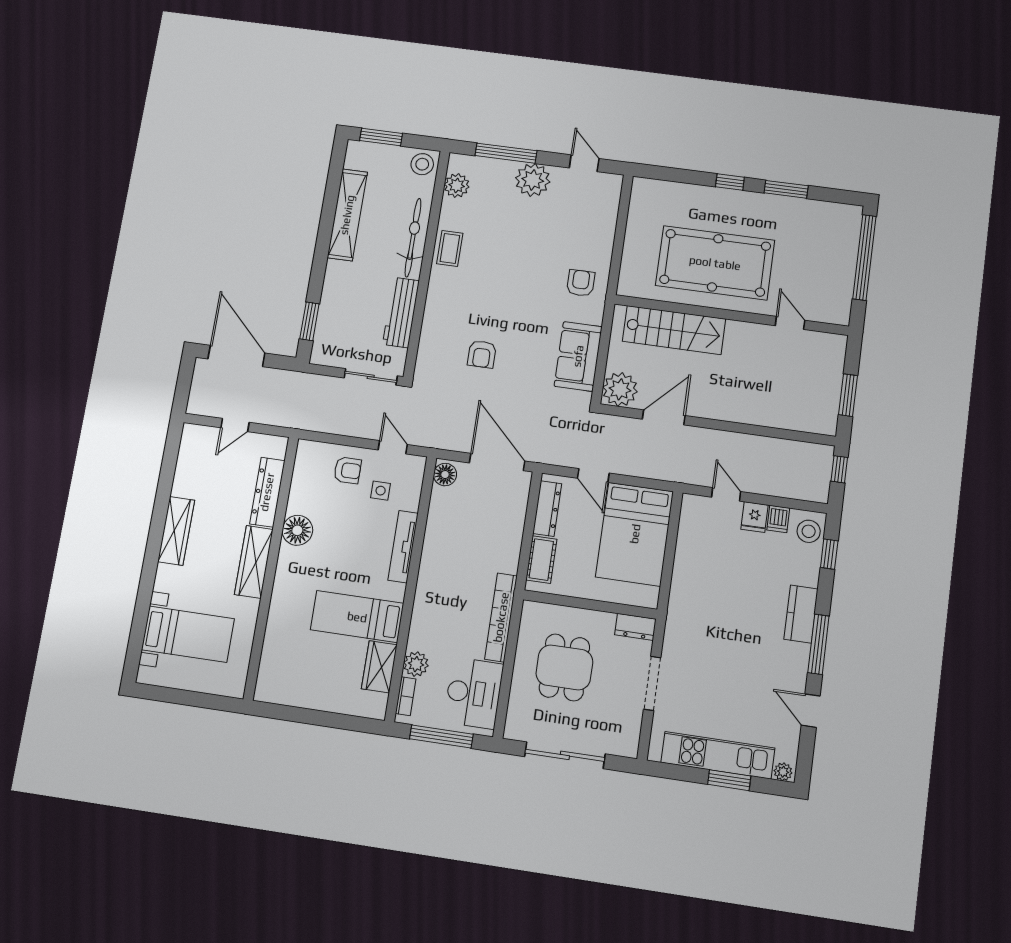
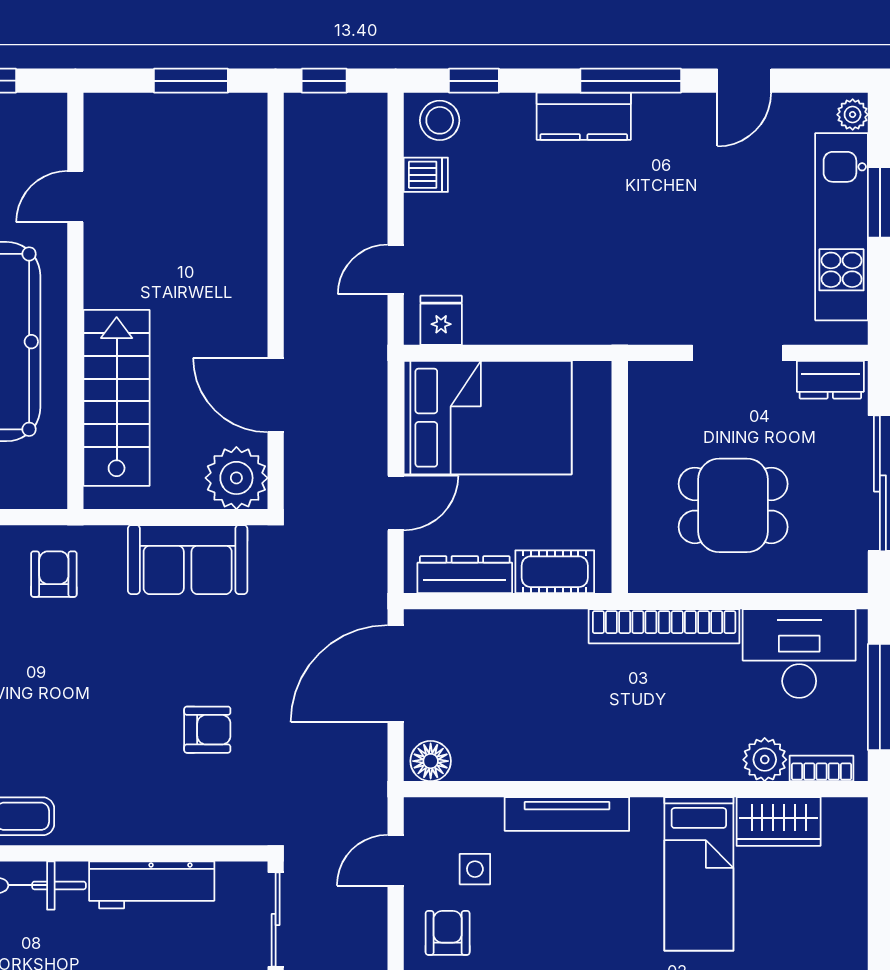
armchair: (581, 283) -> (54, 574), turned 90
fridge: (755, 517) -> (441, 320), moved, turned -90
dresser: (635, 627) -> (830, 380), moved, turned 90

